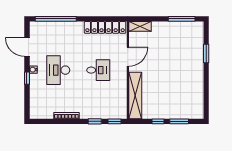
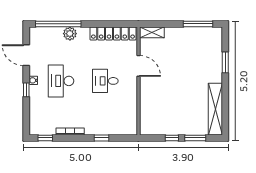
plant: (66, 27) -> (70, 34), added
door: (128, 57) -> (138, 66), hinge flipped
desk: (98, 70) -> (105, 81), turned 180
shelving: (135, 95) -> (215, 109), moved
window: (114, 121) -> (45, 138), moved

